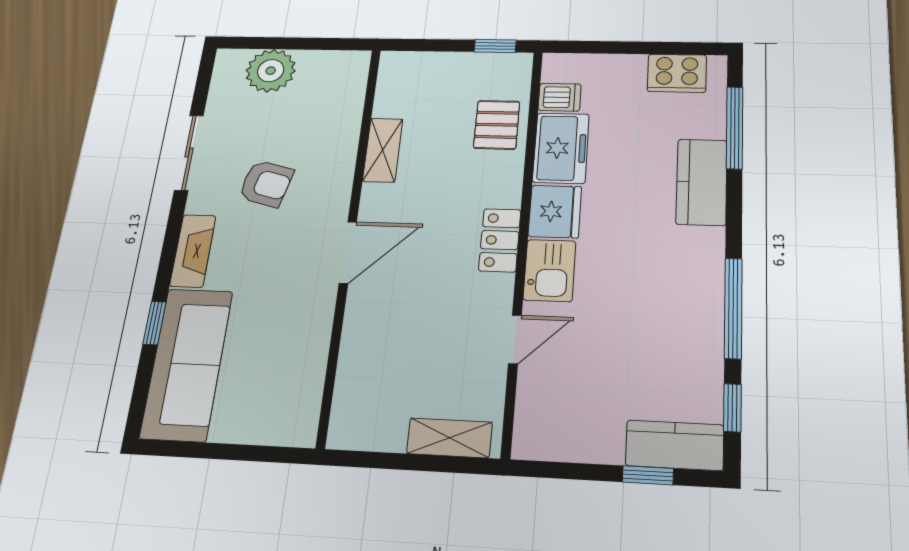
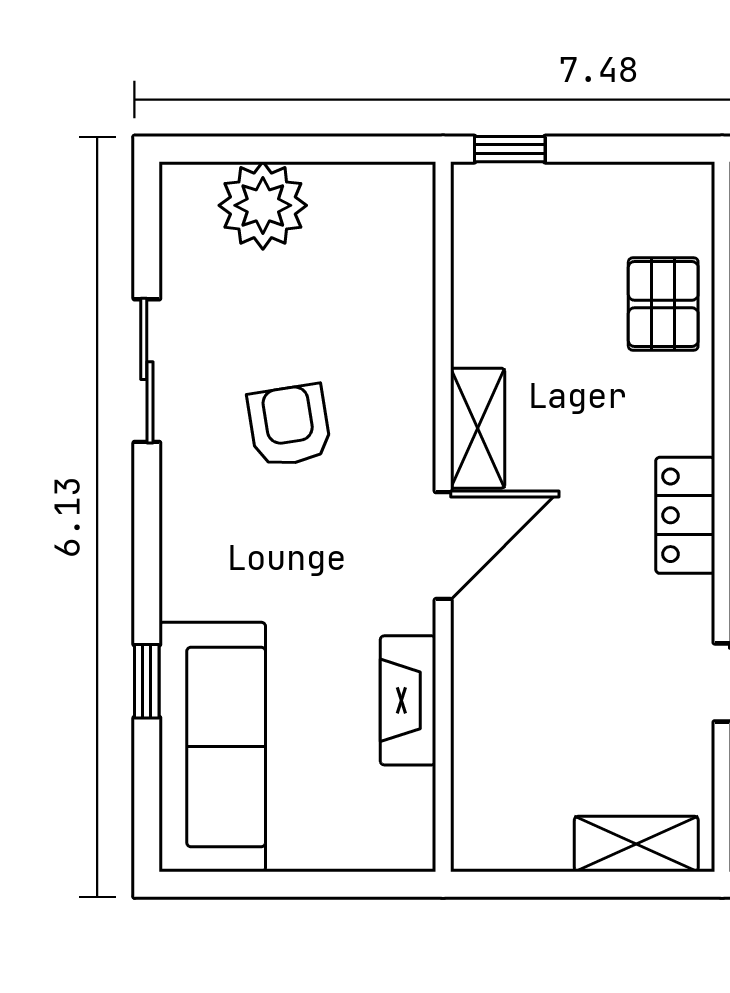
window: (495, 46) -> (510, 149), moved
shelving: (383, 150) -> (478, 428), moved
armchair: (266, 184) -> (289, 426), turned -113
fireplace: (193, 251) -> (408, 700), moved, turned 180

